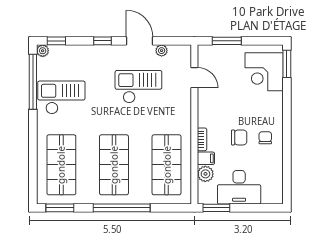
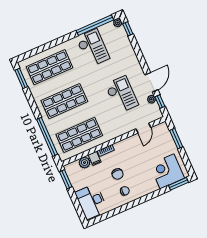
window: (103, 41) -> (160, 102), moved
desk: (239, 187) -> (91, 201), moved
window: (122, 208) -> (47, 137), moved

